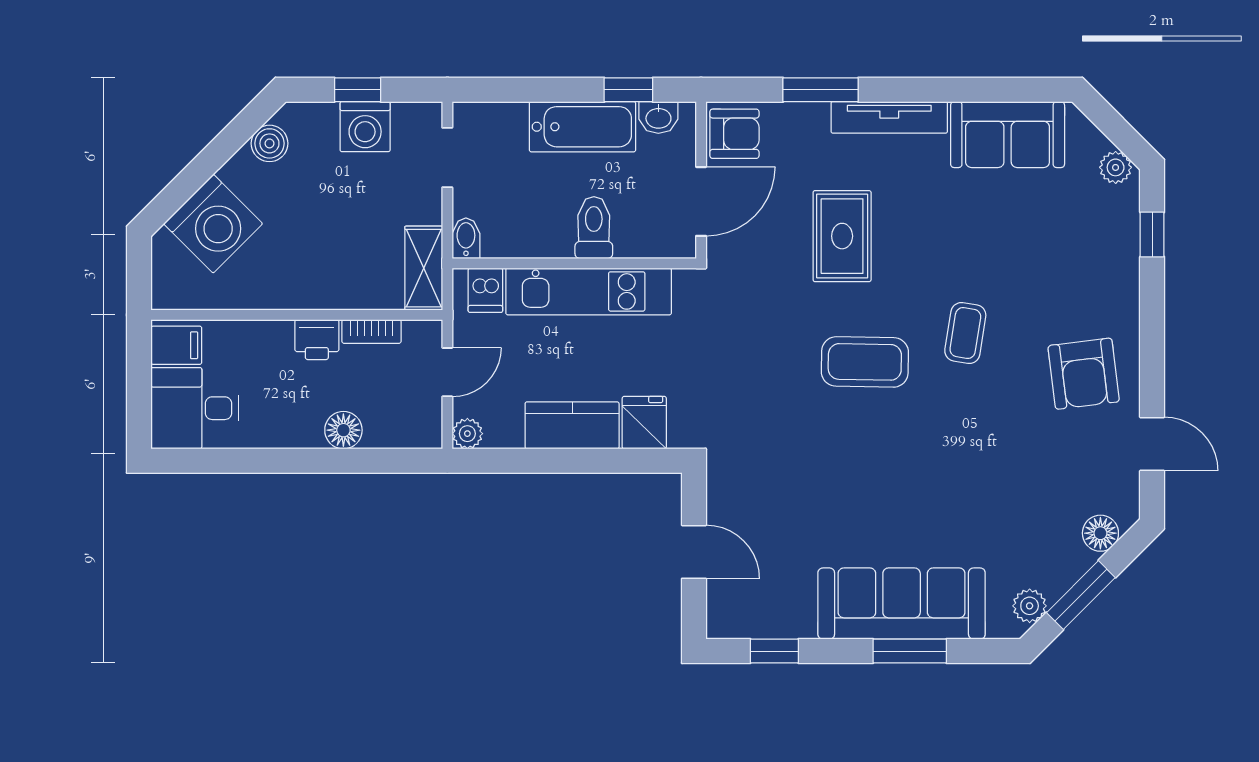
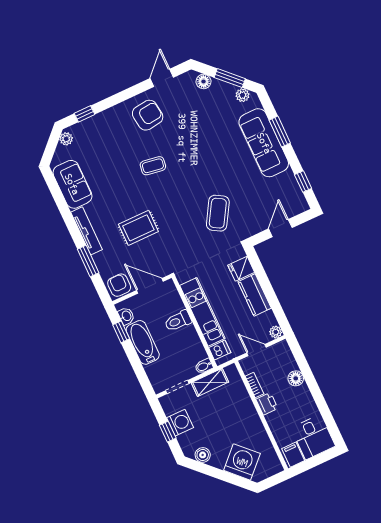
shelving: (424, 268) -> (210, 382), moved
coffee table: (865, 362) -> (218, 213), moved, turned 30

